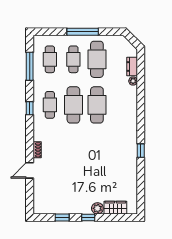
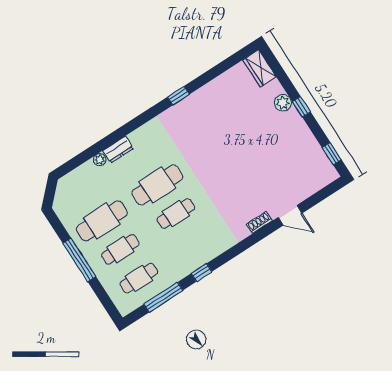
dresser: (132, 67) -> (118, 150), moved
cafe table: (50, 105) -> (194, 242), removed
cafe table: (73, 105) -> (176, 213), width x0.73, depth x0.74
window: (30, 108) -> (202, 273), moved
wardrobe: (115, 208) -> (260, 68), moved
window: (62, 218) -> (332, 154), moved

